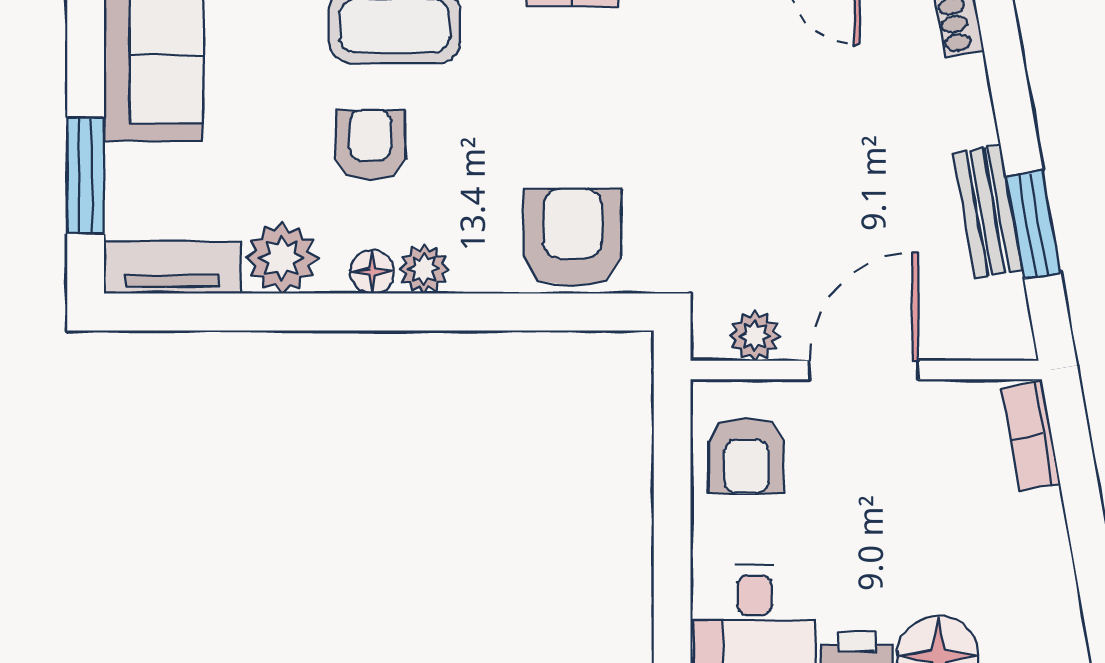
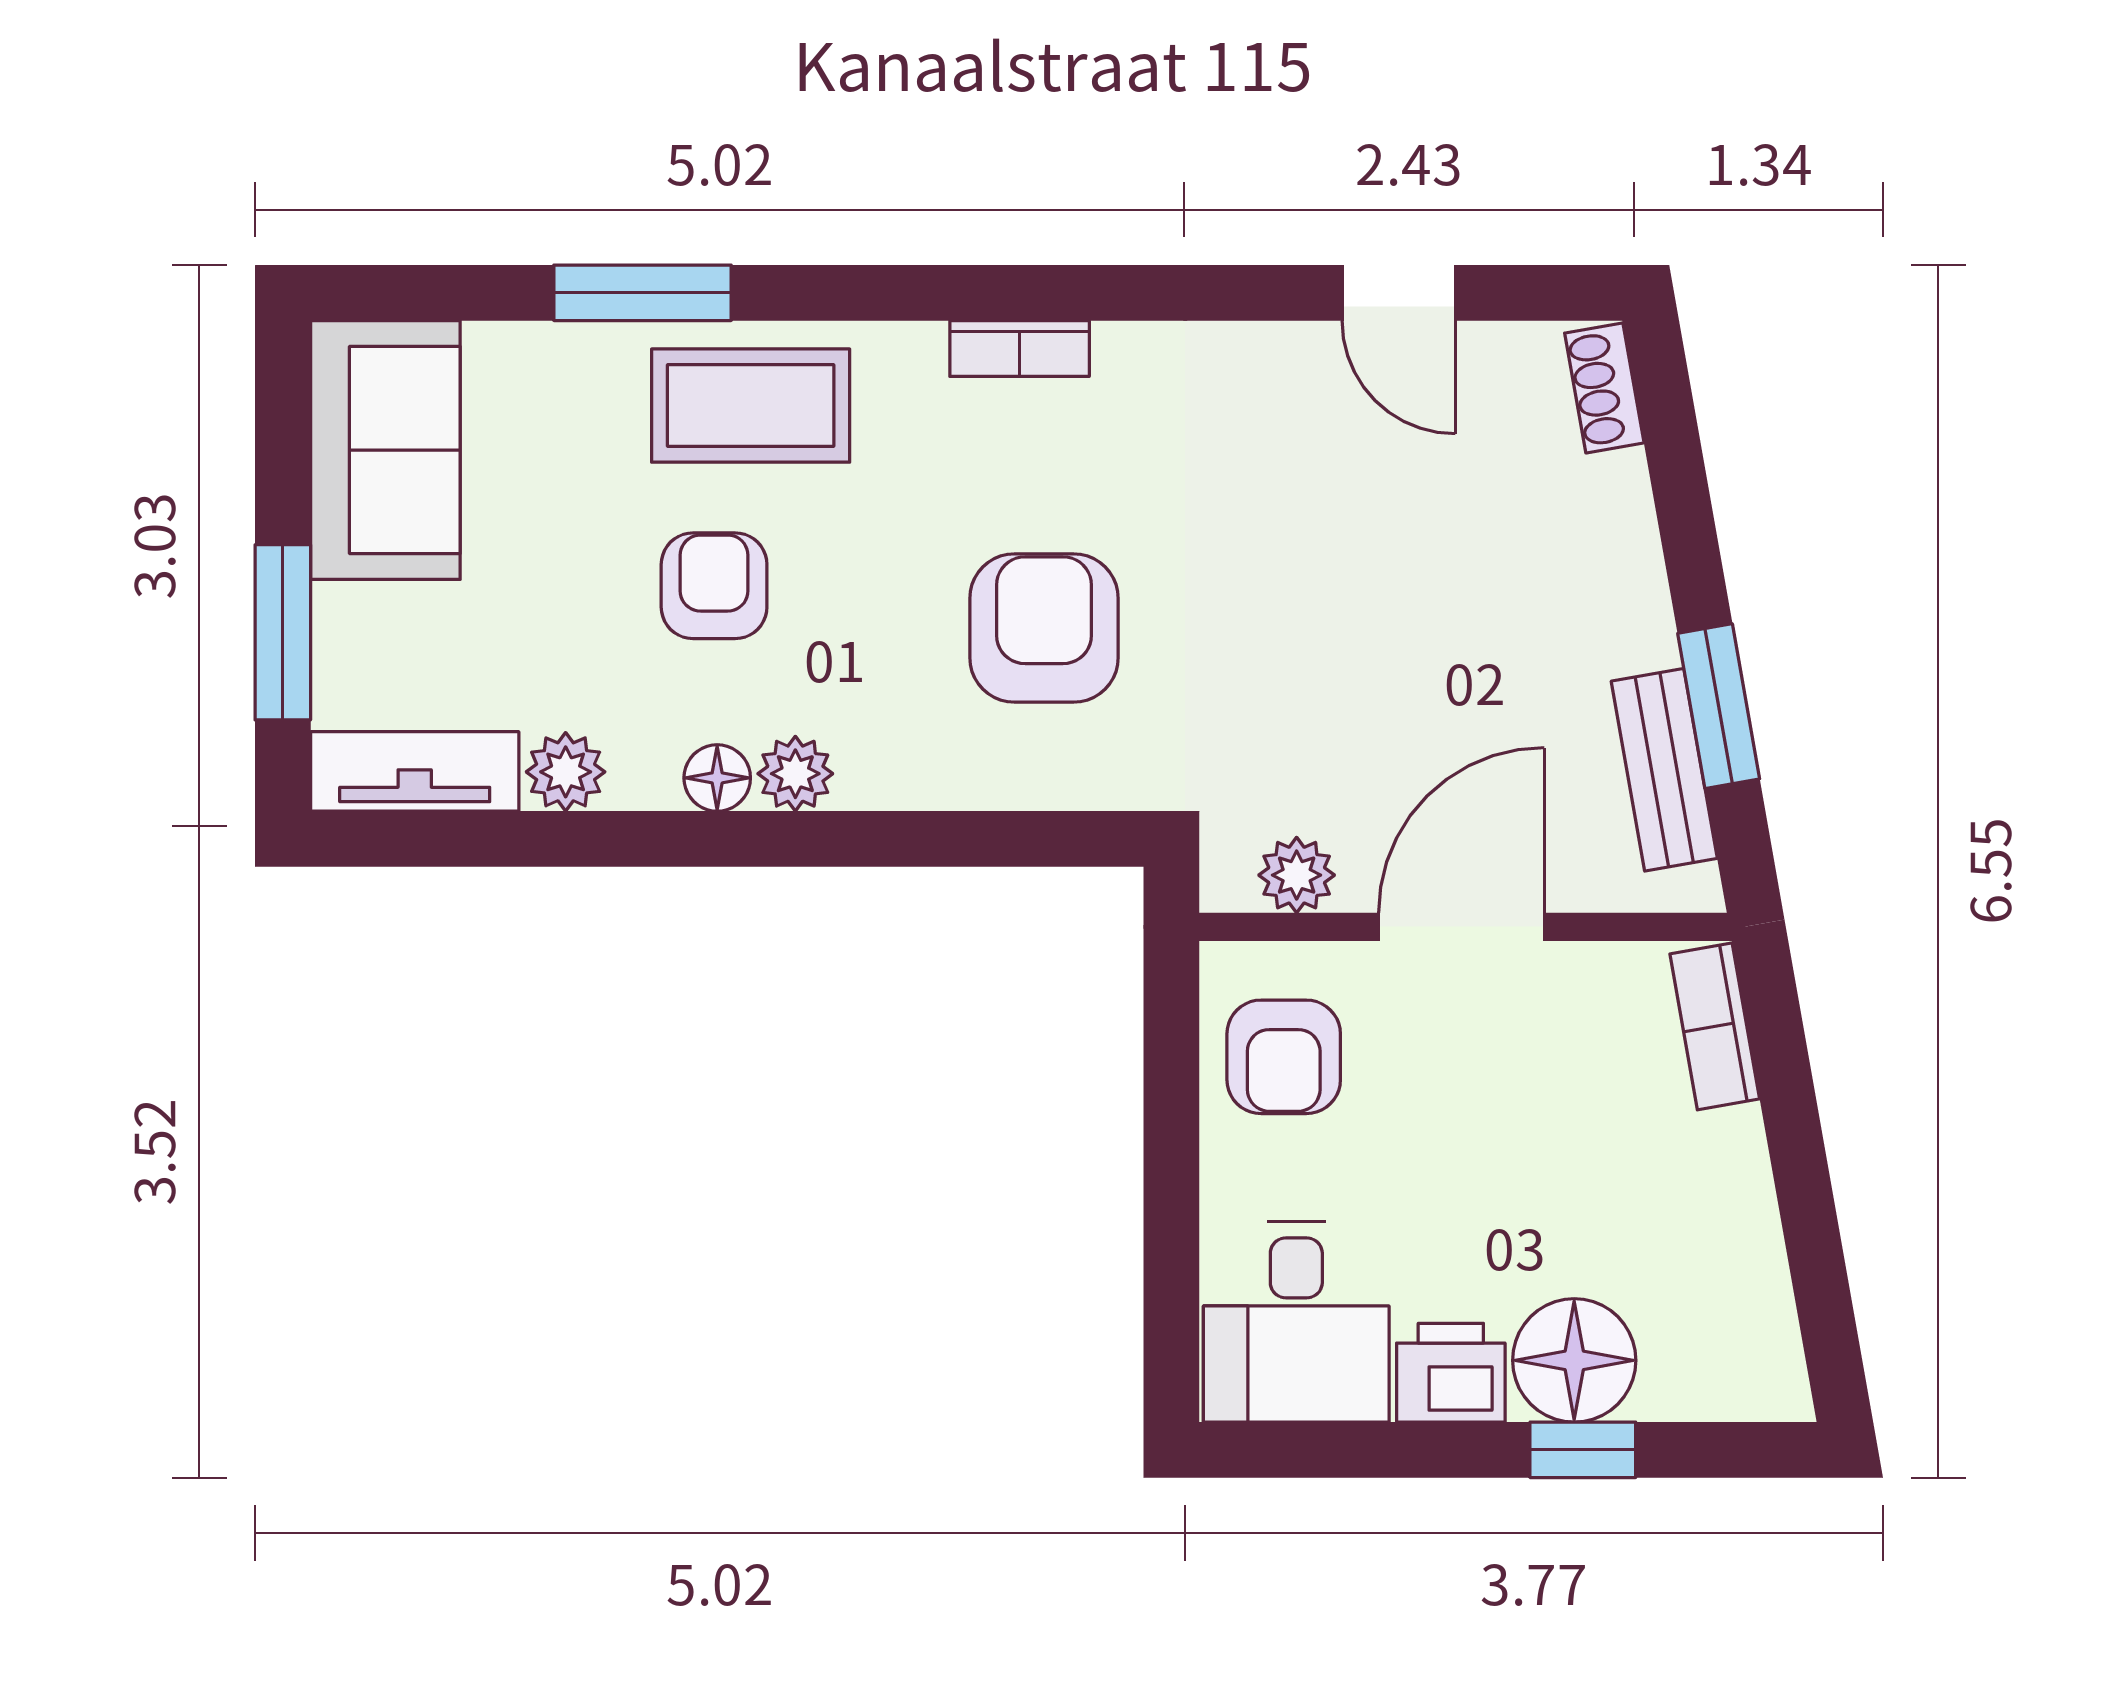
bench: (988, 212) -> (1664, 770), moved
armchair: (573, 237) -> (1044, 628), moved
plant: (282, 258) -> (566, 772), width x0.73, depth x0.73

